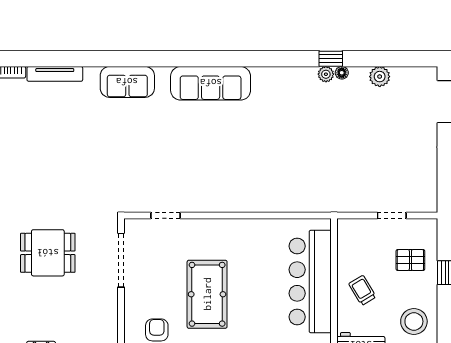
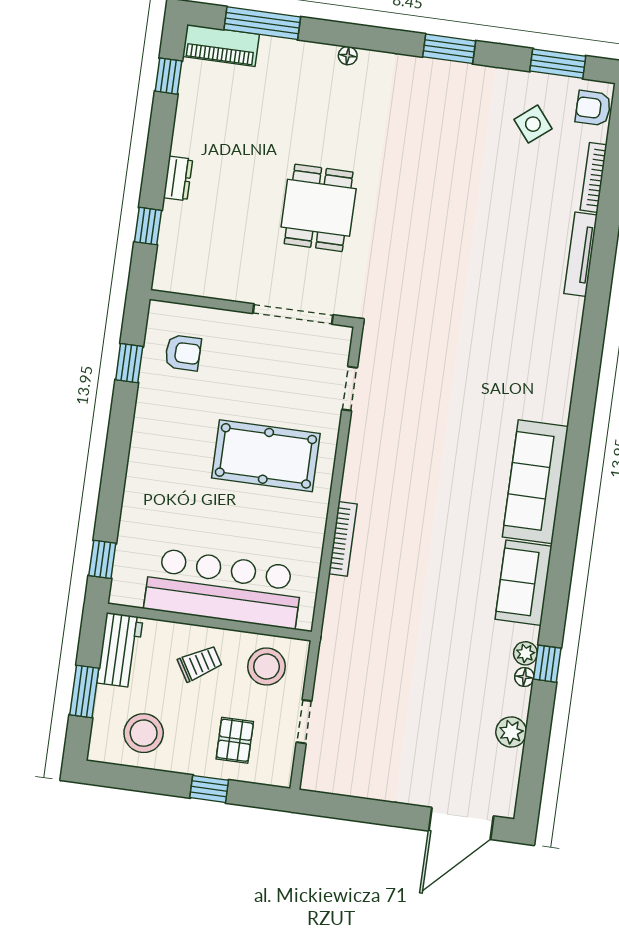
sofa: (127, 82) -> (524, 583), moved
bookcase: (266, 206) -> (343, 539), added
stool: (358, 246) -> (267, 667), added
pool table: (207, 294) -> (266, 456), moved

